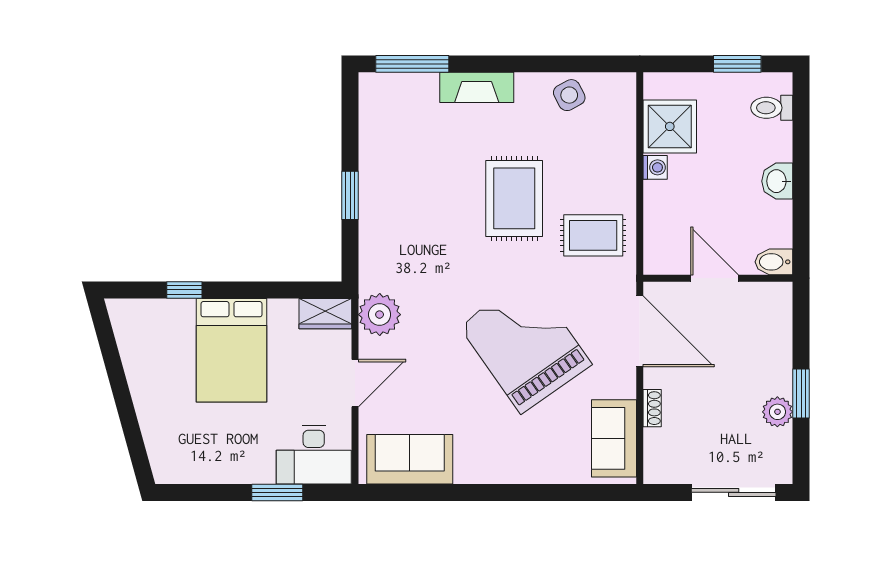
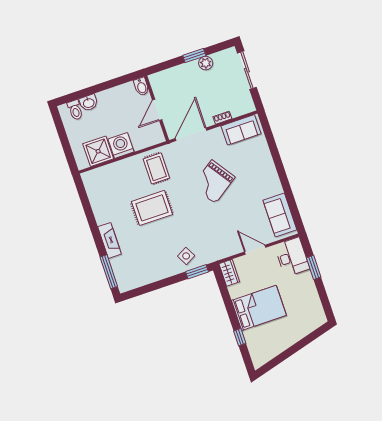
window: (737, 64) -> (61, 131), removed
side table: (569, 95) -> (186, 256), moved
washing machine: (655, 167) -> (121, 145), width x1.89, depth x1.89
washbasin: (777, 181) -> (89, 103), moved
window: (350, 195) -> (197, 272), moved
plant: (380, 315) -> (222, 249), removed
grand piano: (525, 345) -> (214, 182), width x0.73, depth x0.68

